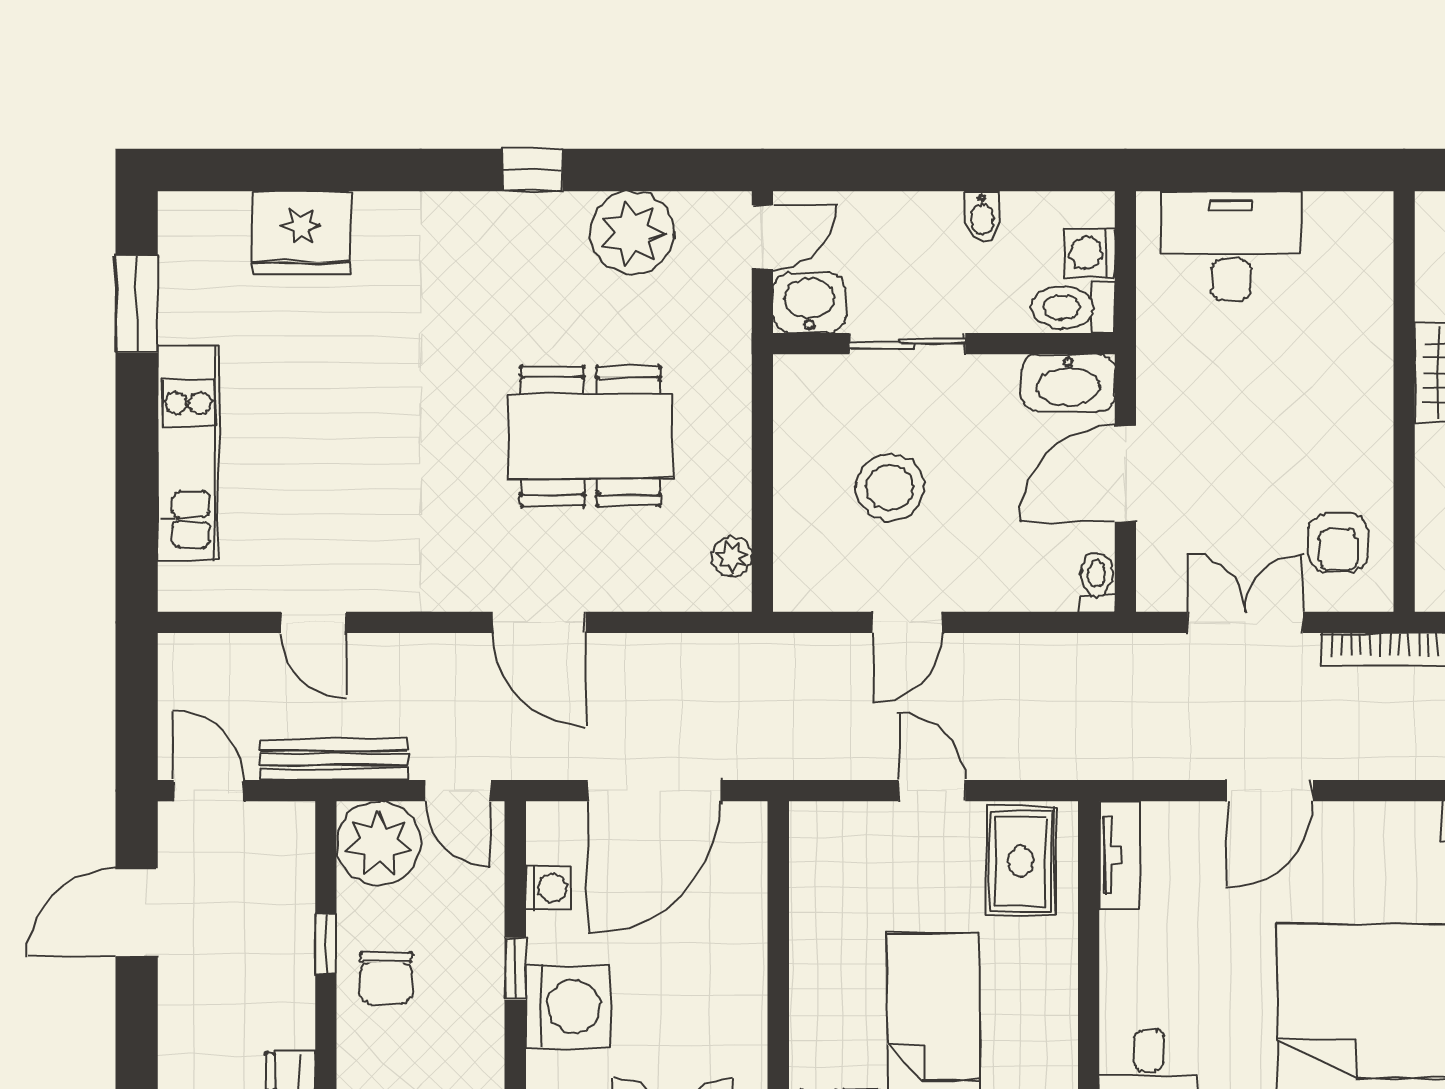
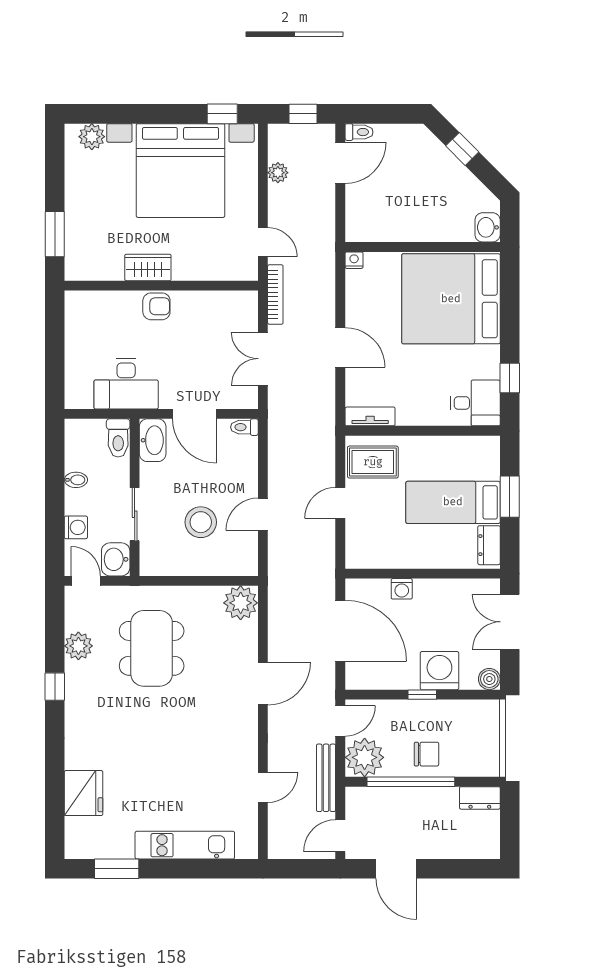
plant: (632, 233) -> (78, 646), width x0.73, depth x0.73
desk: (1231, 246) -> (126, 384), moved, turned -90
washing machine: (1090, 253) -> (76, 527), moved, turned -90
dining table: (590, 436) -> (152, 648), moved
armchair: (1338, 542) -> (156, 306), moved
plant: (732, 557) -> (241, 603), width x1.87, depth x1.87
door: (907, 622) -> (263, 514), swing flipped
washing machine: (548, 888) -> (402, 589), moved, turned 180
window: (326, 944) -> (411, 782), width x3.17

